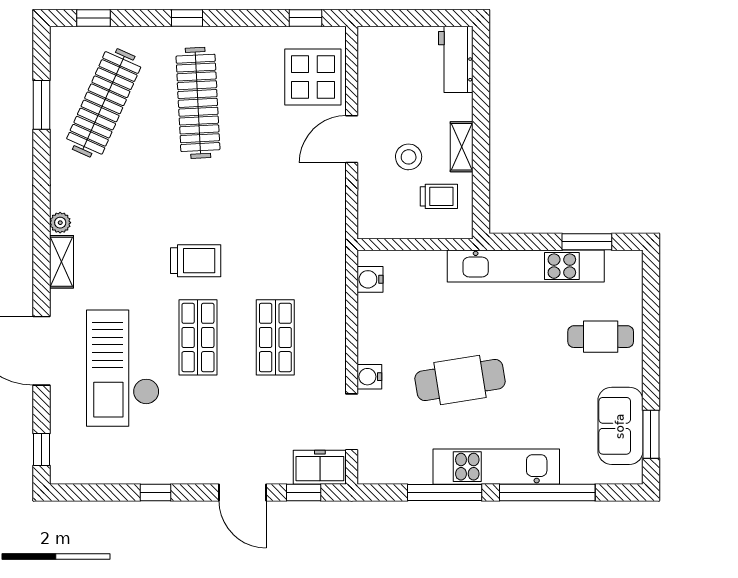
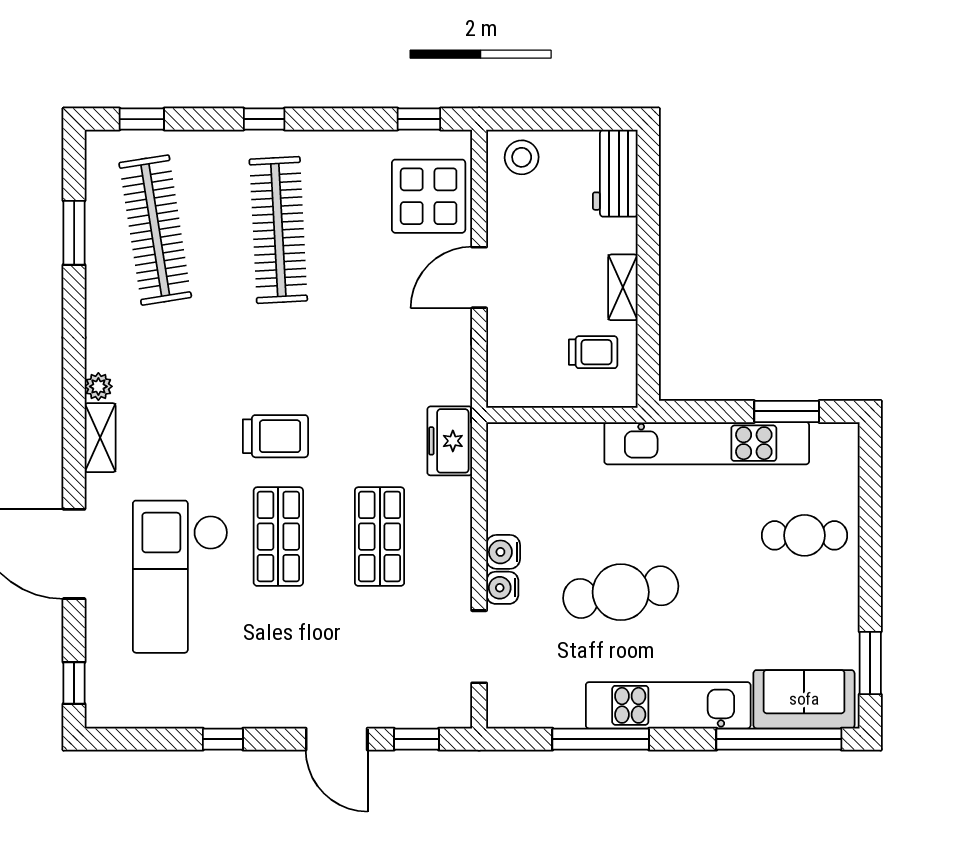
clothes rail: (104, 103) -> (155, 230), turned -33
stool: (409, 157) -> (522, 157), moved
water cooler: (370, 279) -> (503, 552), moved
sofa: (620, 426) -> (804, 699), moved, turned 90
freezer: (320, 467) -> (450, 441), moved, turned -90
window: (547, 493) -> (779, 739), moved

